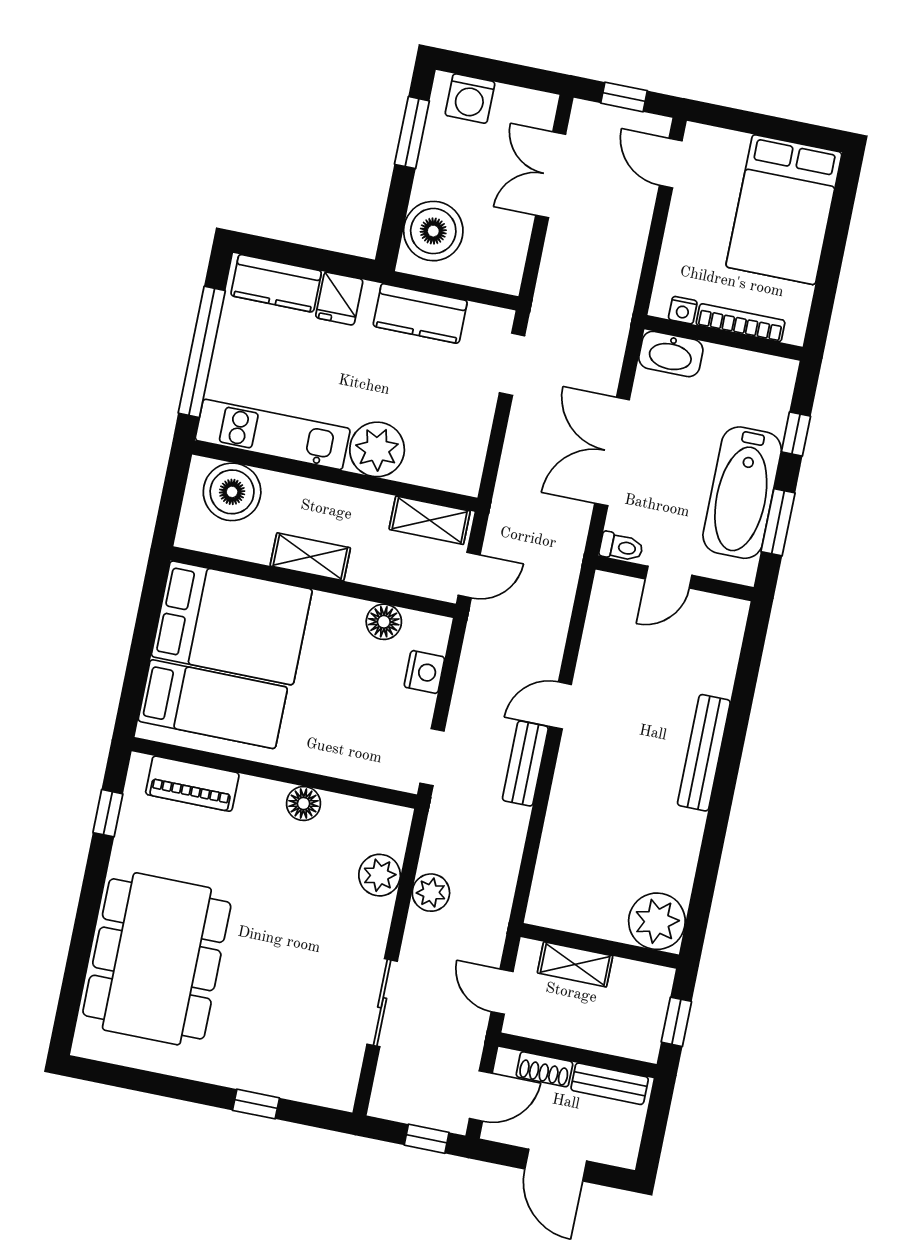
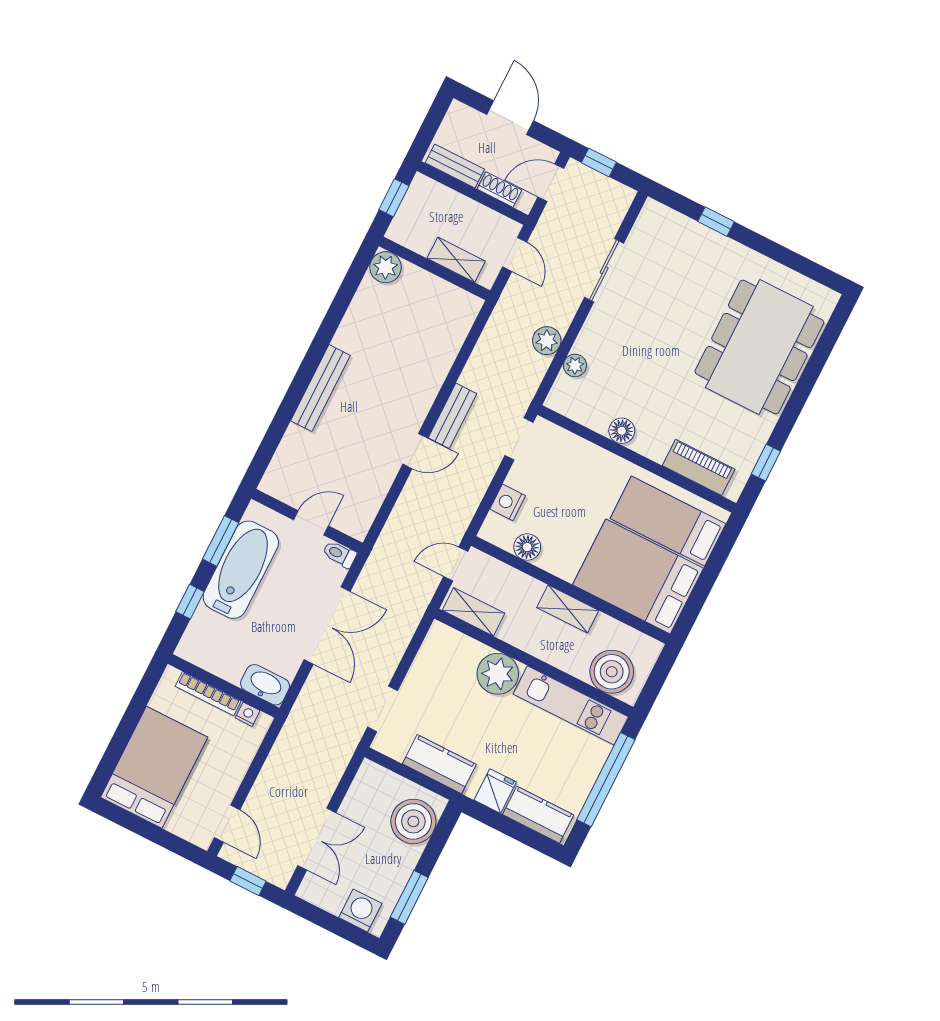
plant: (380, 875) -> (575, 365), width x0.73, depth x0.73
plant: (657, 921) -> (386, 267), width x0.73, depth x0.73

